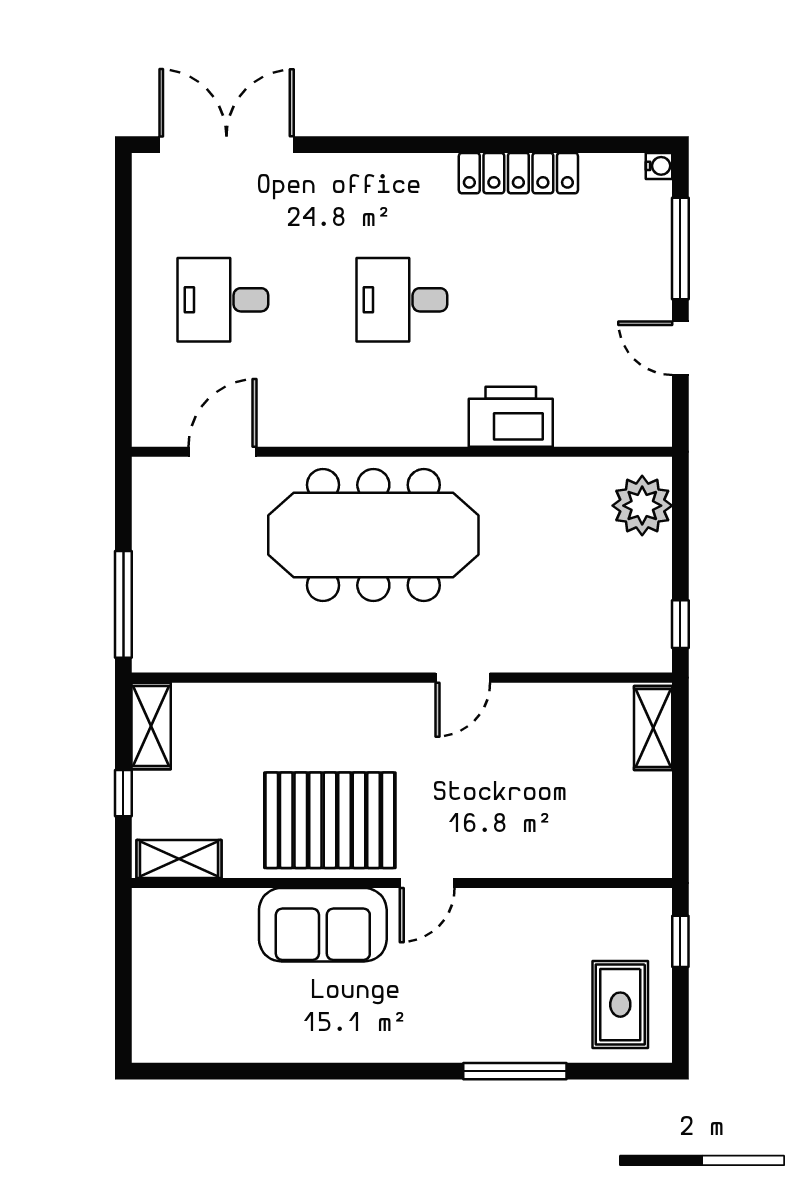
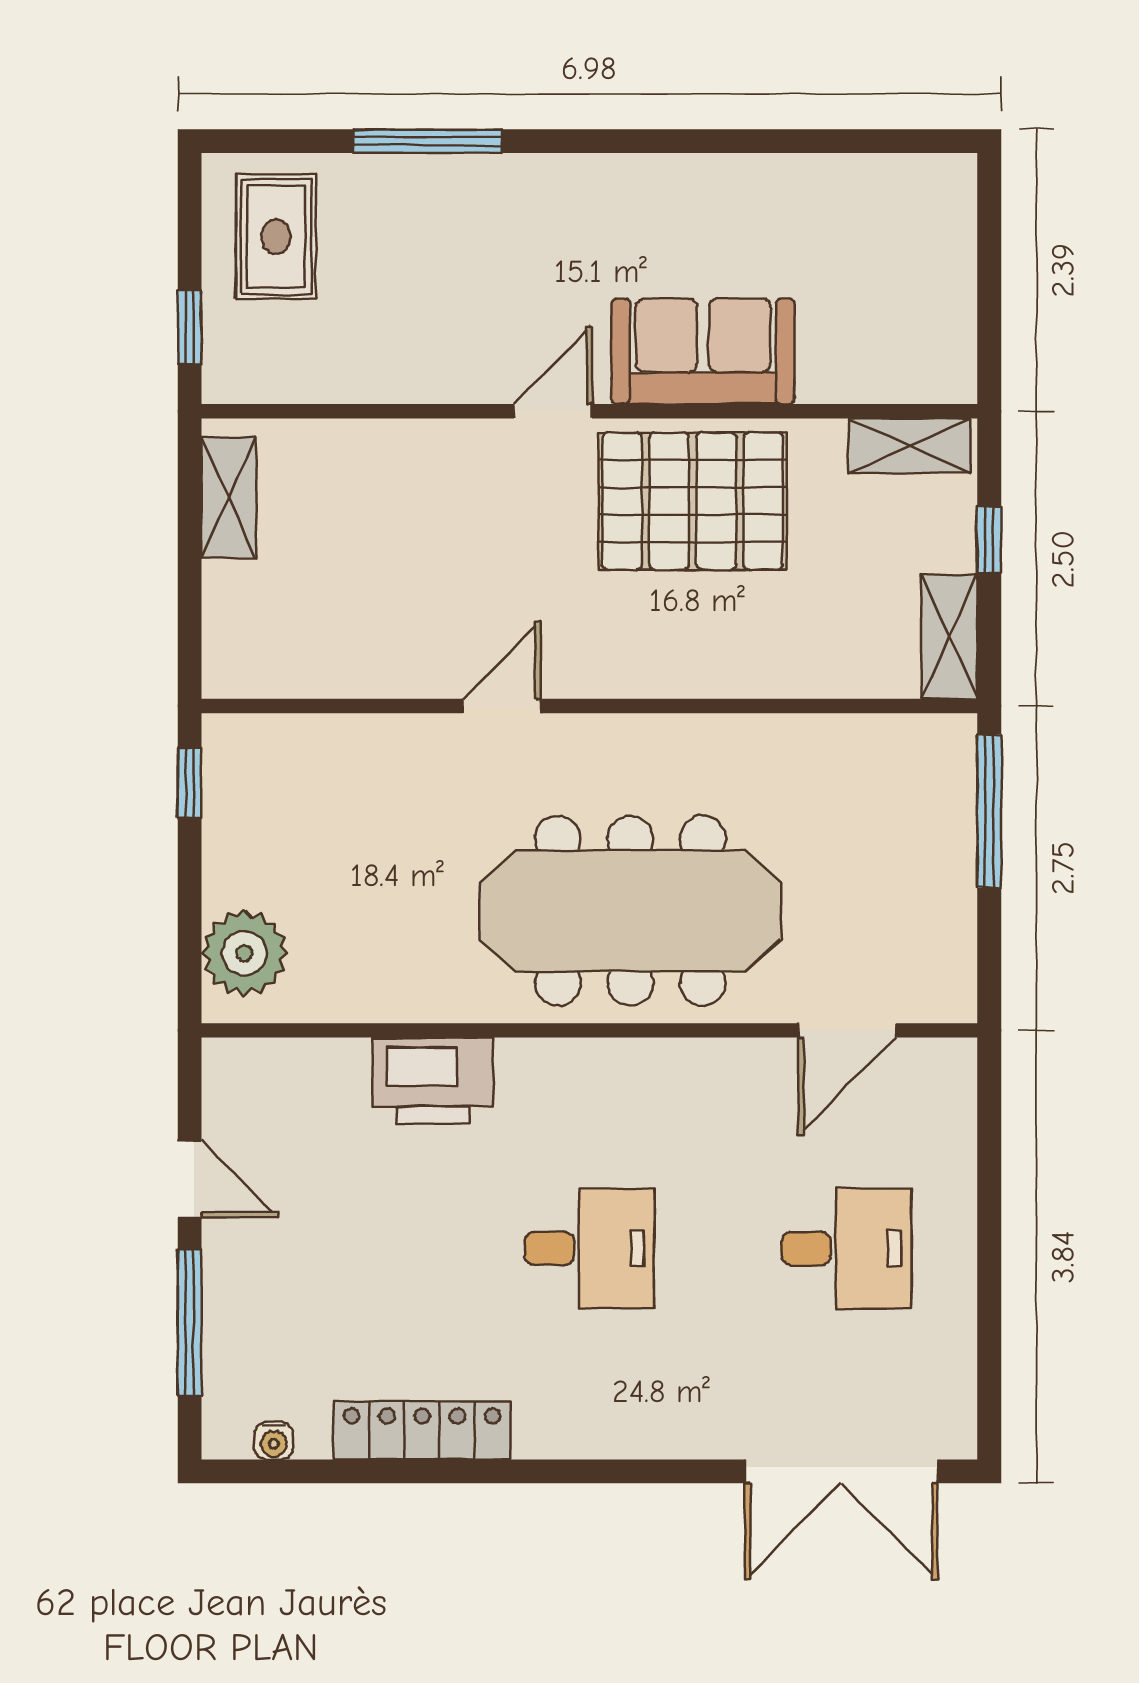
water cooler: (659, 166) -> (274, 1441), moved, turned -90
shelving: (653, 728) -> (229, 498), moved

